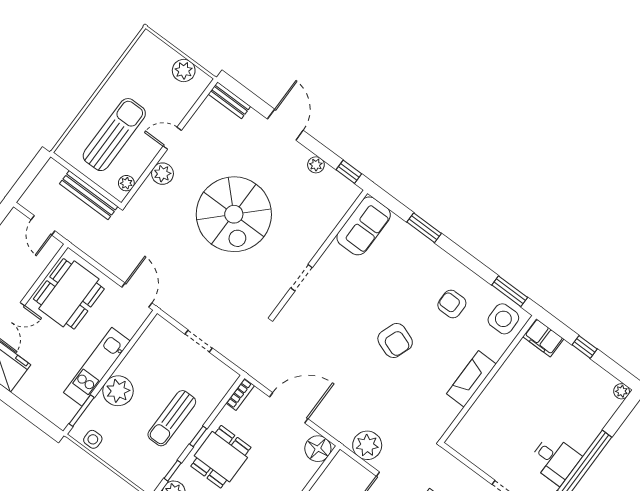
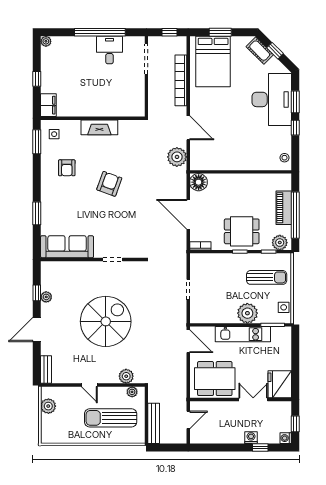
window: (349, 172) -> (37, 293), moved
plant: (162, 174) -> (126, 376), moved
bench: (89, 195) -> (154, 423), moved
sofa: (364, 226) -> (67, 247), width x1.36
door: (137, 295) -> (188, 341), swing flipped
side table: (503, 319) -> (54, 134), width x0.54, depth x0.54
sun lounger: (172, 418) -> (267, 277), moved

